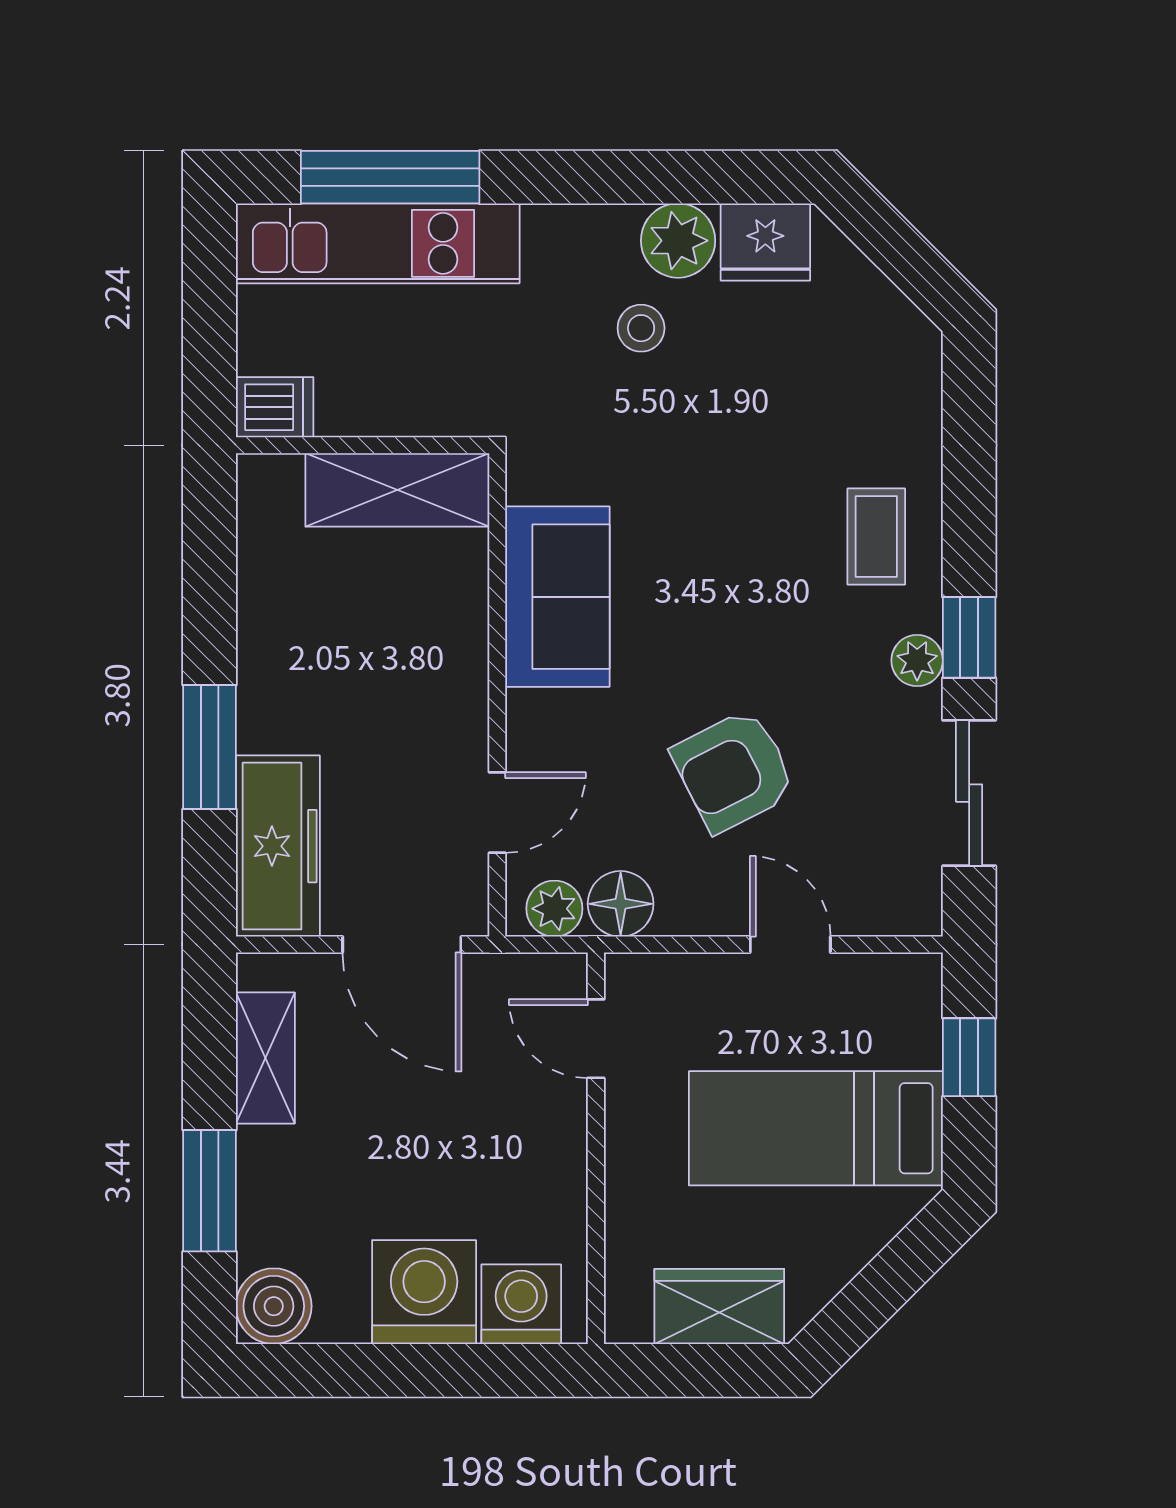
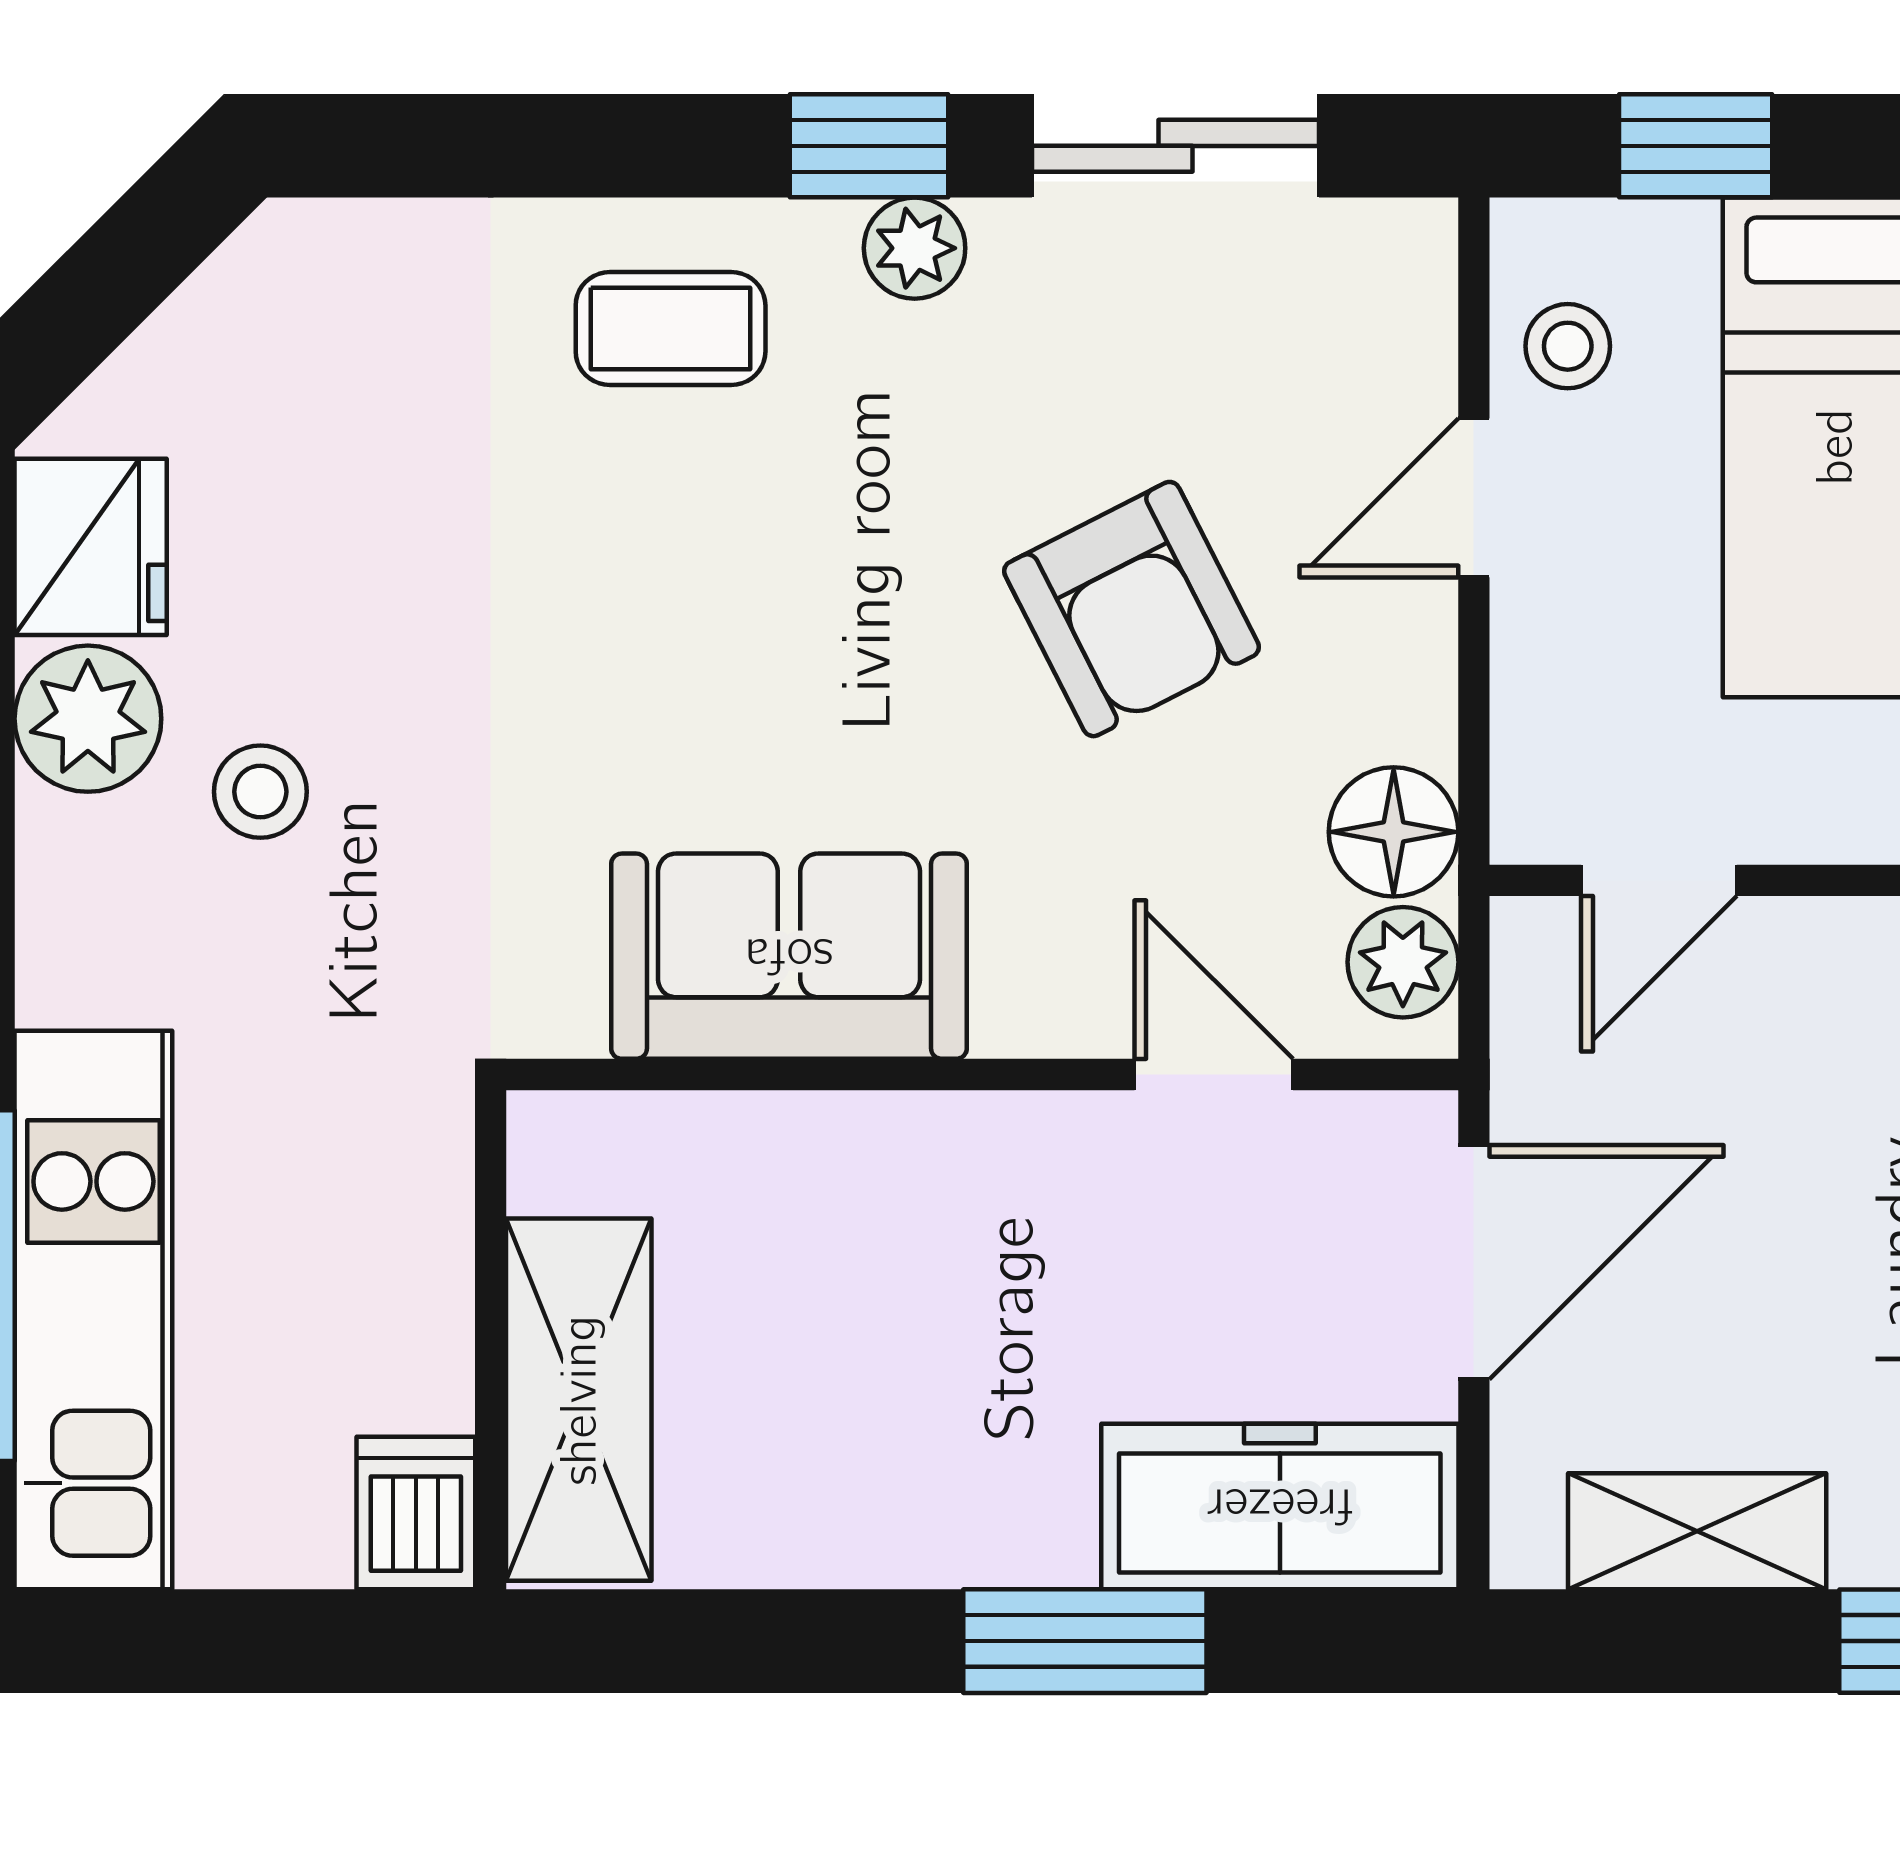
shelving: (397, 490) -> (579, 1400), moved
stool: (867, 992) -> (1568, 346), added

